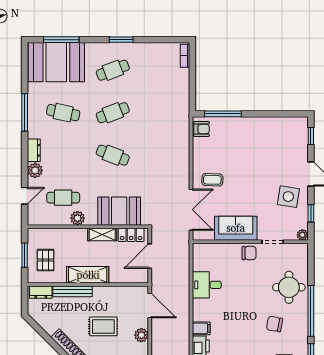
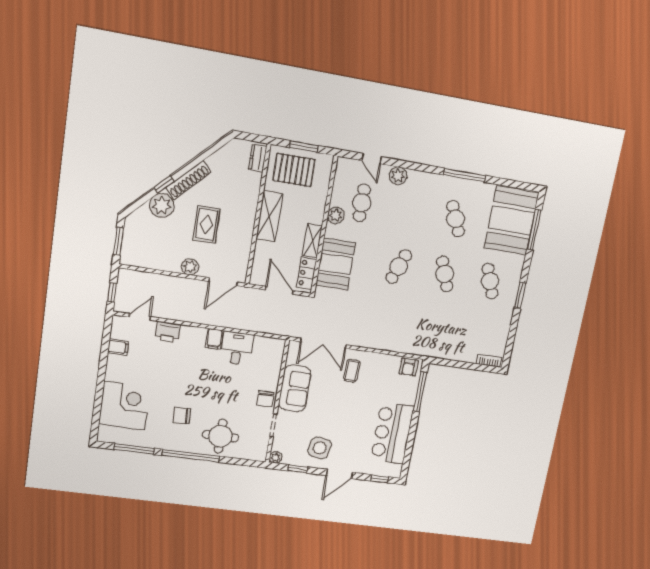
cafe table: (63, 113) -> (456, 219), turned -36
bar counter: (265, 132) -> (392, 433), added
dresser: (34, 150) -> (421, 178), removed
pallet: (45, 260) -> (294, 170), width x1.50, depth x1.42
bench: (73, 291) -> (253, 196), removed
chair: (274, 324) -> (182, 416), turned -102
filing cabinet: (201, 328) -> (214, 339), moved

